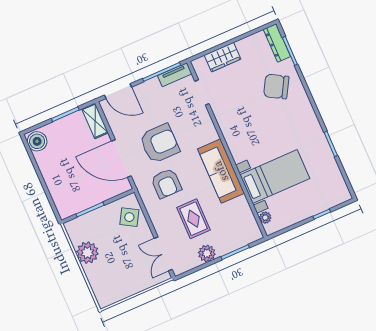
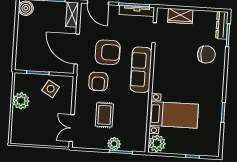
tv unit: (175, 75) -> (137, 11), width x1.41
chair: (276, 86) -> (206, 54), turned 150
sofa: (221, 171) -> (141, 70), moved
side table: (129, 217) -> (51, 89), moved
plant: (265, 218) -> (157, 143), width x1.88, depth x1.88
plant: (207, 253) -> (114, 144), moved

